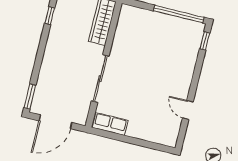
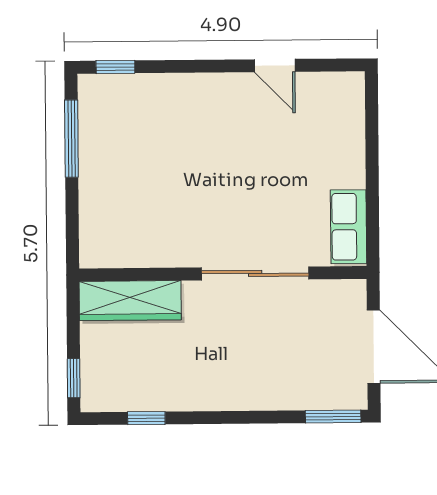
window: (179, 14) -> (71, 139), width x0.68
door: (188, 110) -> (275, 66), hinge flipped

